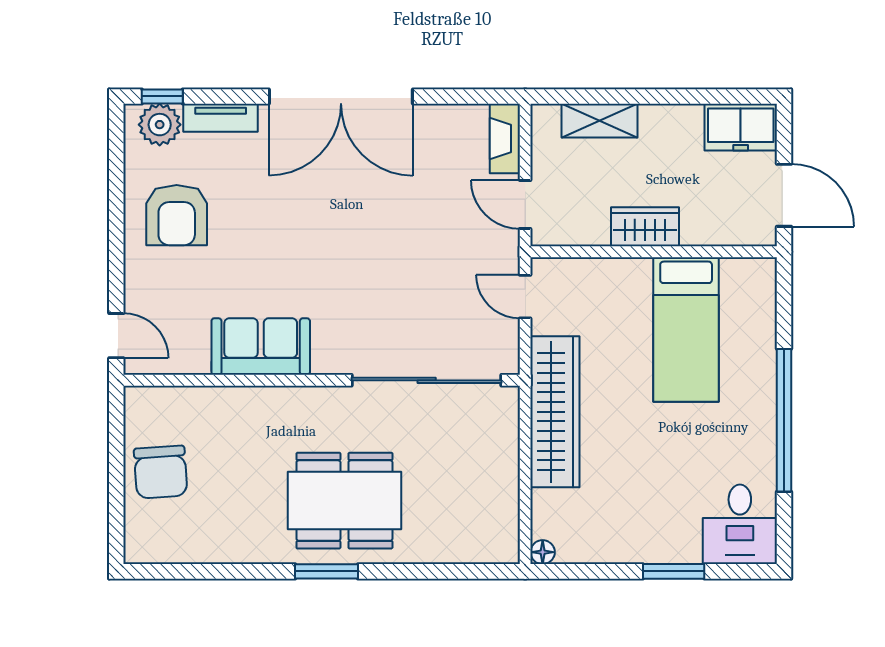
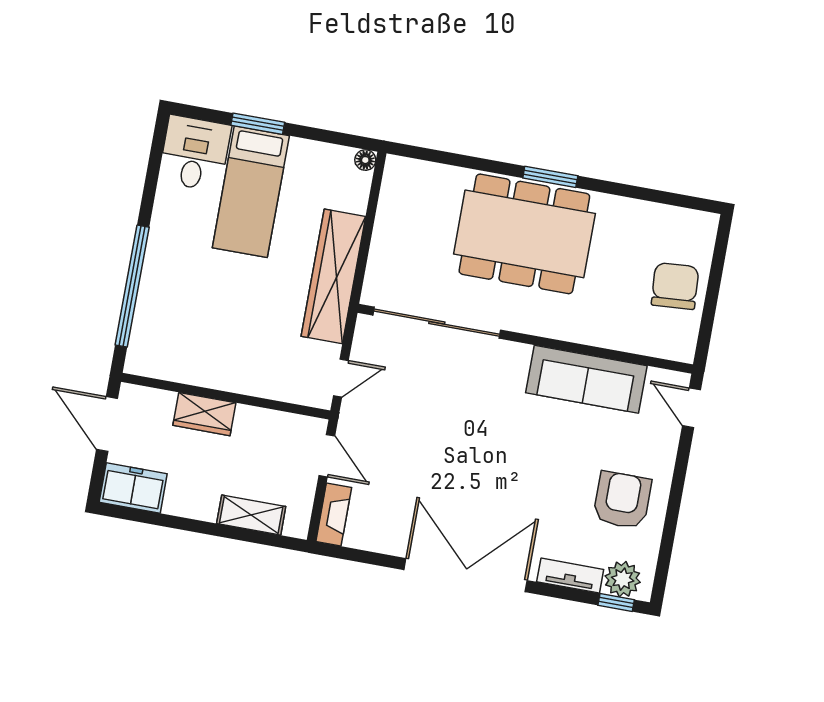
wardrobe: (645, 227) -> (204, 414), moved
door: (525, 297) -> (341, 378), hinge flipped
bed: (686, 330) -> (251, 192), moved, turned 180
sofa: (261, 347) -> (586, 379), width x1.36
window: (784, 420) -> (132, 286), moved
dining table: (344, 501) -> (524, 234), width x1.36, depth x1.24

